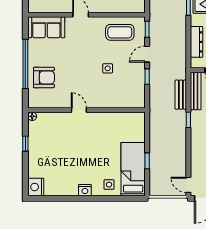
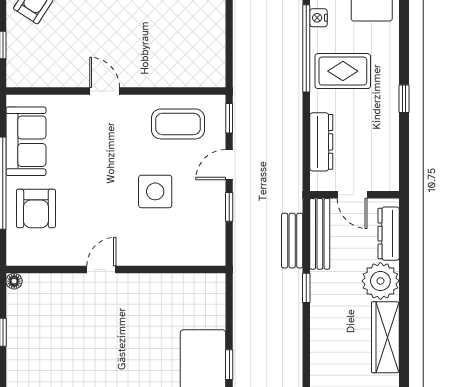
sofa: (46, 27) -> (26, 141), moved, turned -90
side table: (108, 68) -> (155, 191), width x1.87, depth x1.87
armchair: (44, 77) -> (36, 208), turned 90
door: (79, 110) -> (101, 270), hinge flipped

